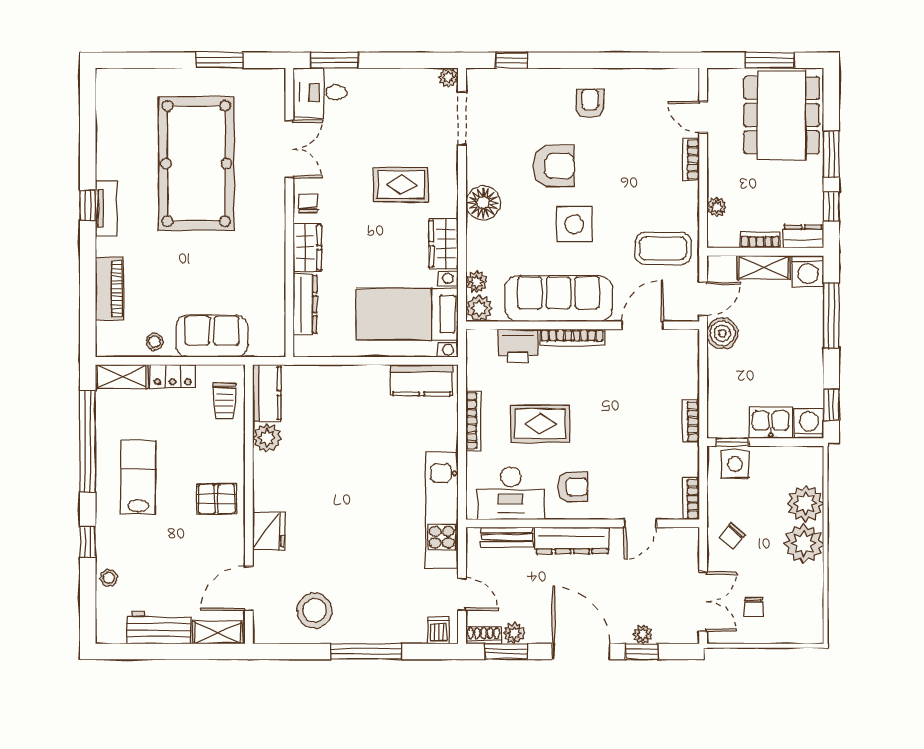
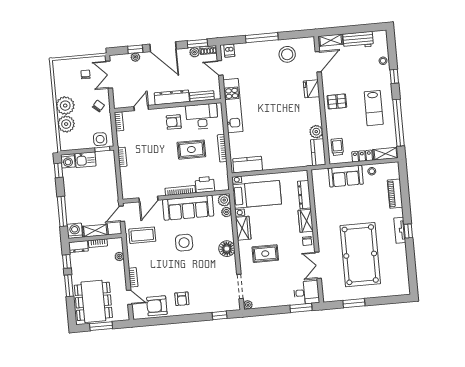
armchair: (554, 166) -> (157, 306), moved
boiler: (722, 333) -> (111, 199), removed

